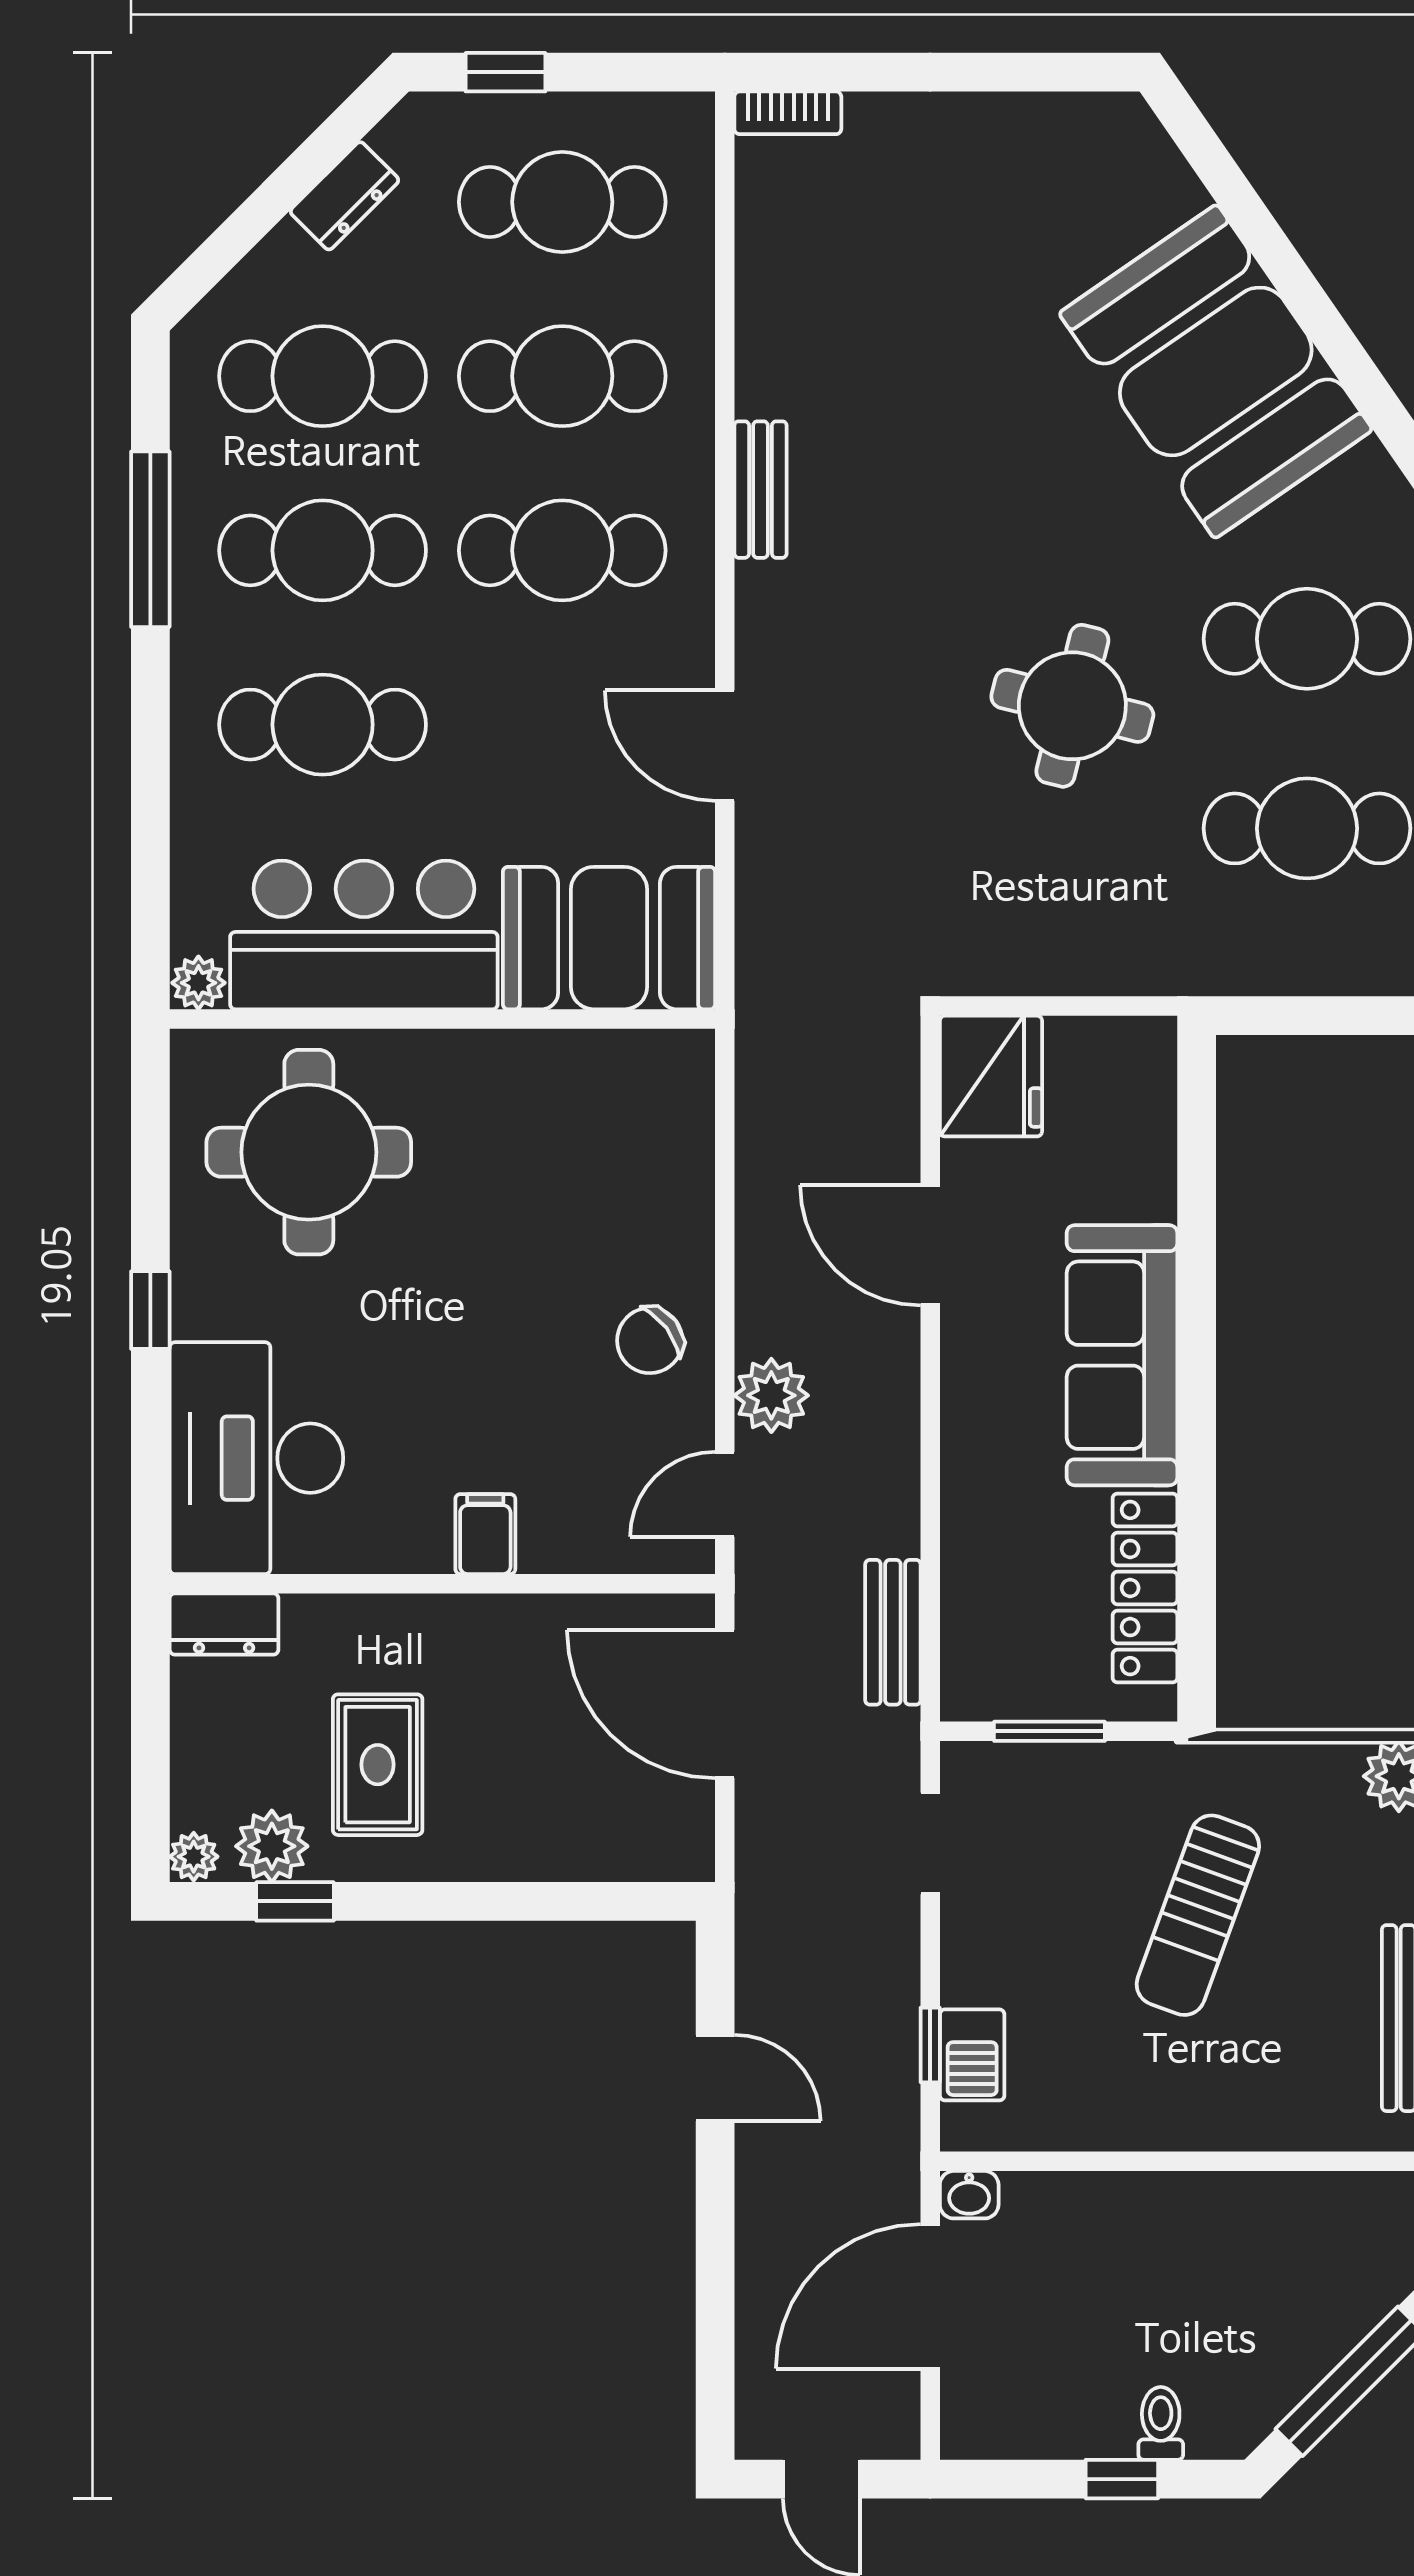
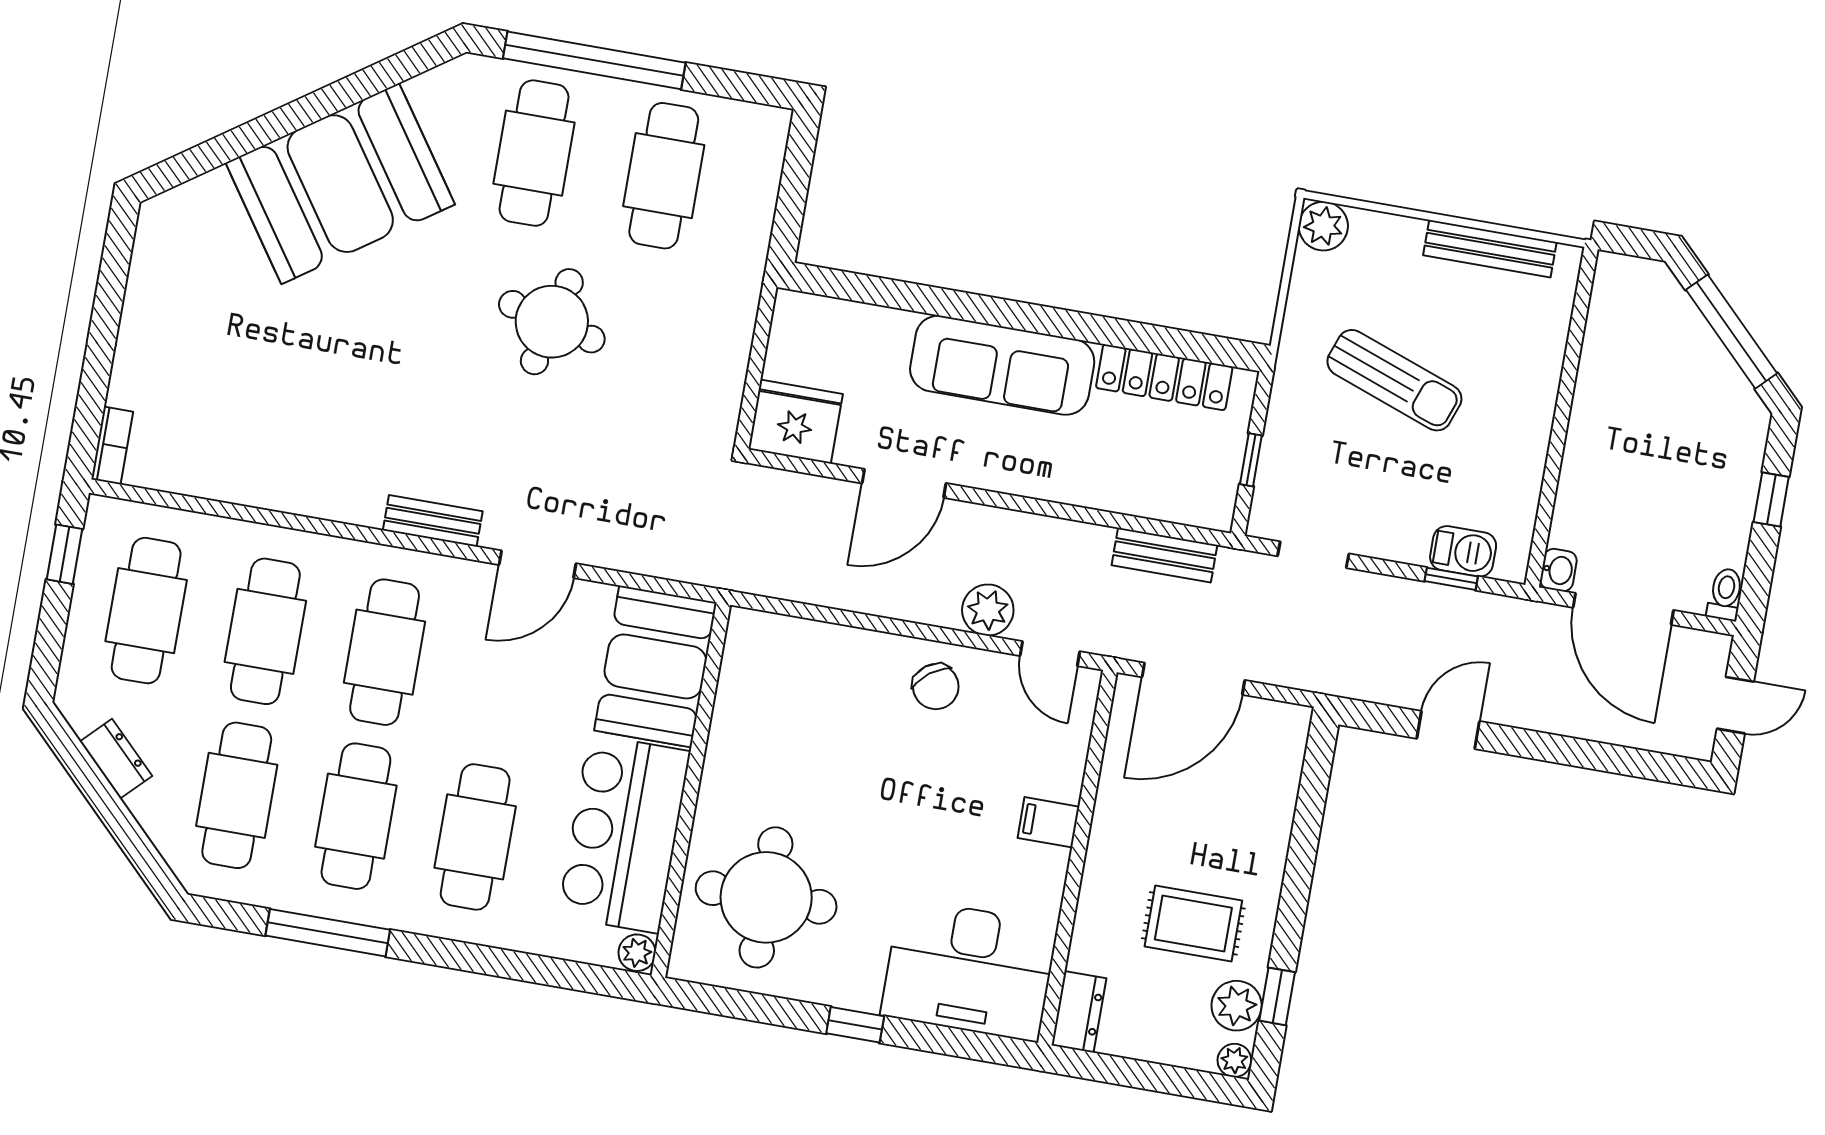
window: (505, 72) -> (64, 554), moved
bench: (760, 490) -> (433, 521), moved
window: (1049, 1731) -> (1251, 460), width x0.67
toilet: (1161, 2423) -> (1725, 594), moved, turned 90

